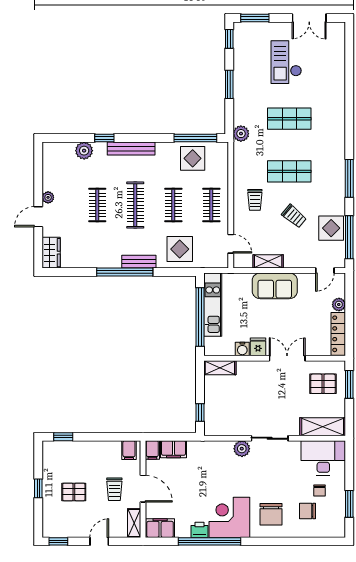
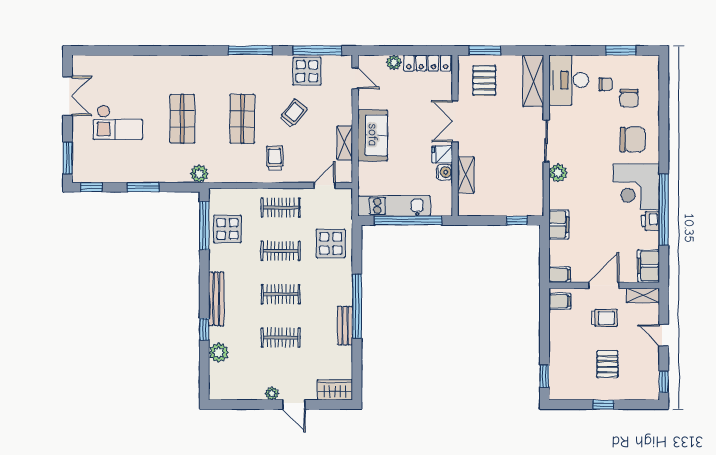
trolley: (255, 200) -> (275, 158), turned -92
clothes rail: (135, 205) -> (281, 294), width x0.73
bench: (139, 262) -> (345, 326), moved
shelving: (220, 368) -> (466, 175), moved
filing cabinet: (173, 449) -> (559, 225), moved

